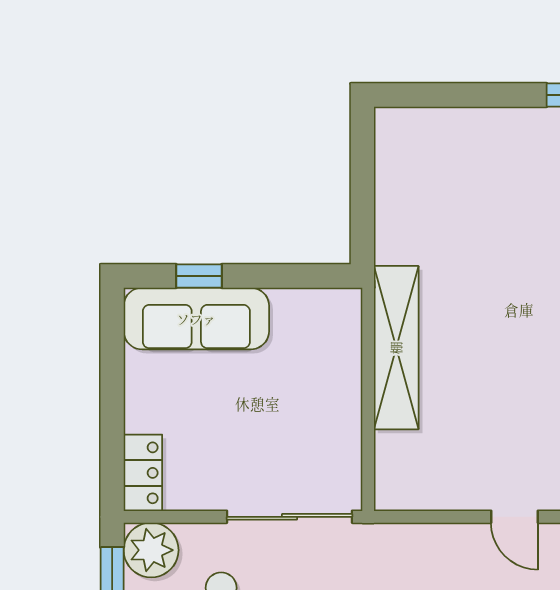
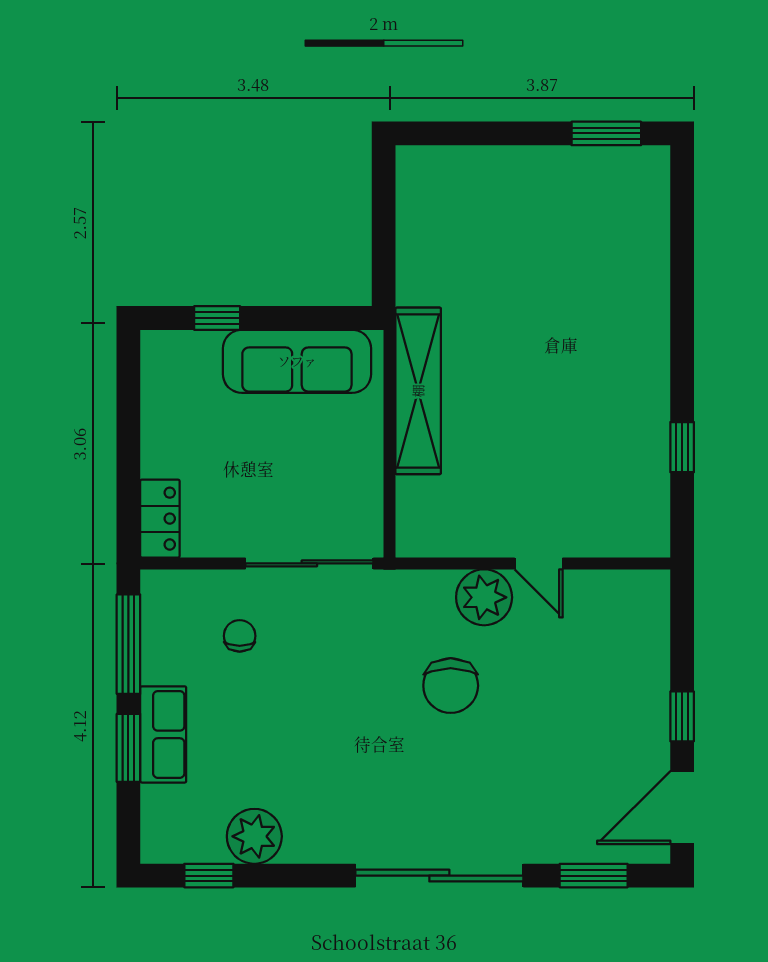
sofa: (196, 319) -> (297, 361), moved
plant: (151, 550) -> (484, 597), moved

